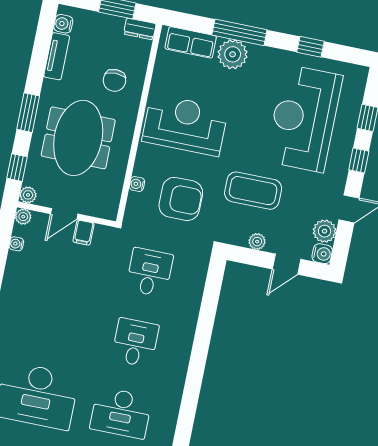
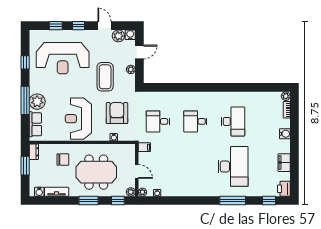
filing cabinet: (84, 233) -> (144, 147), moved
door: (286, 264) -> (139, 52), hinge flipped

